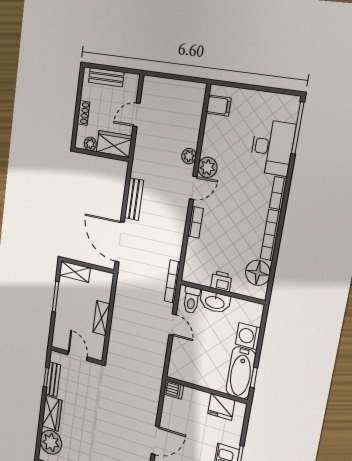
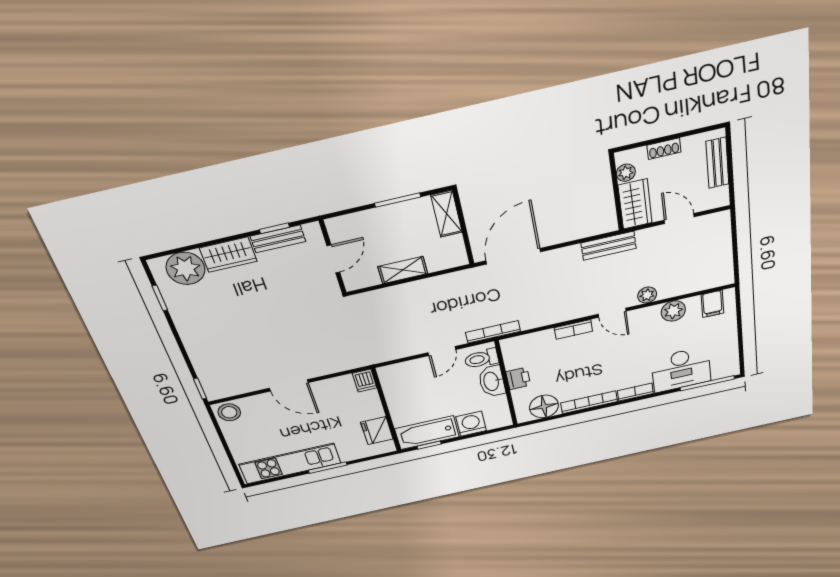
plant: (207, 167) -> (673, 311), moved
bench: (134, 199) -> (609, 246), moved

